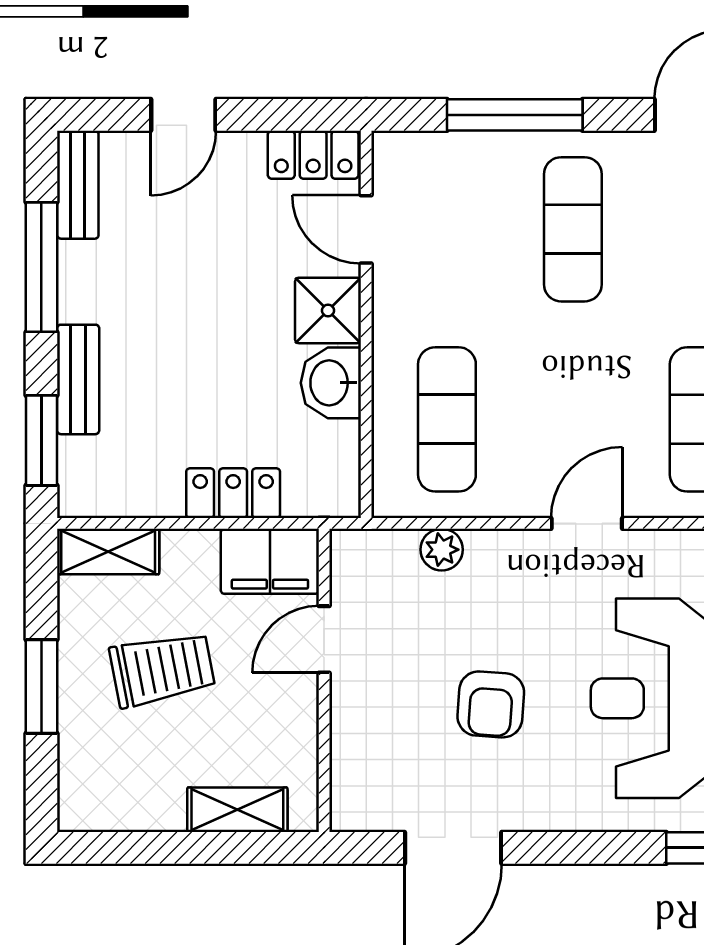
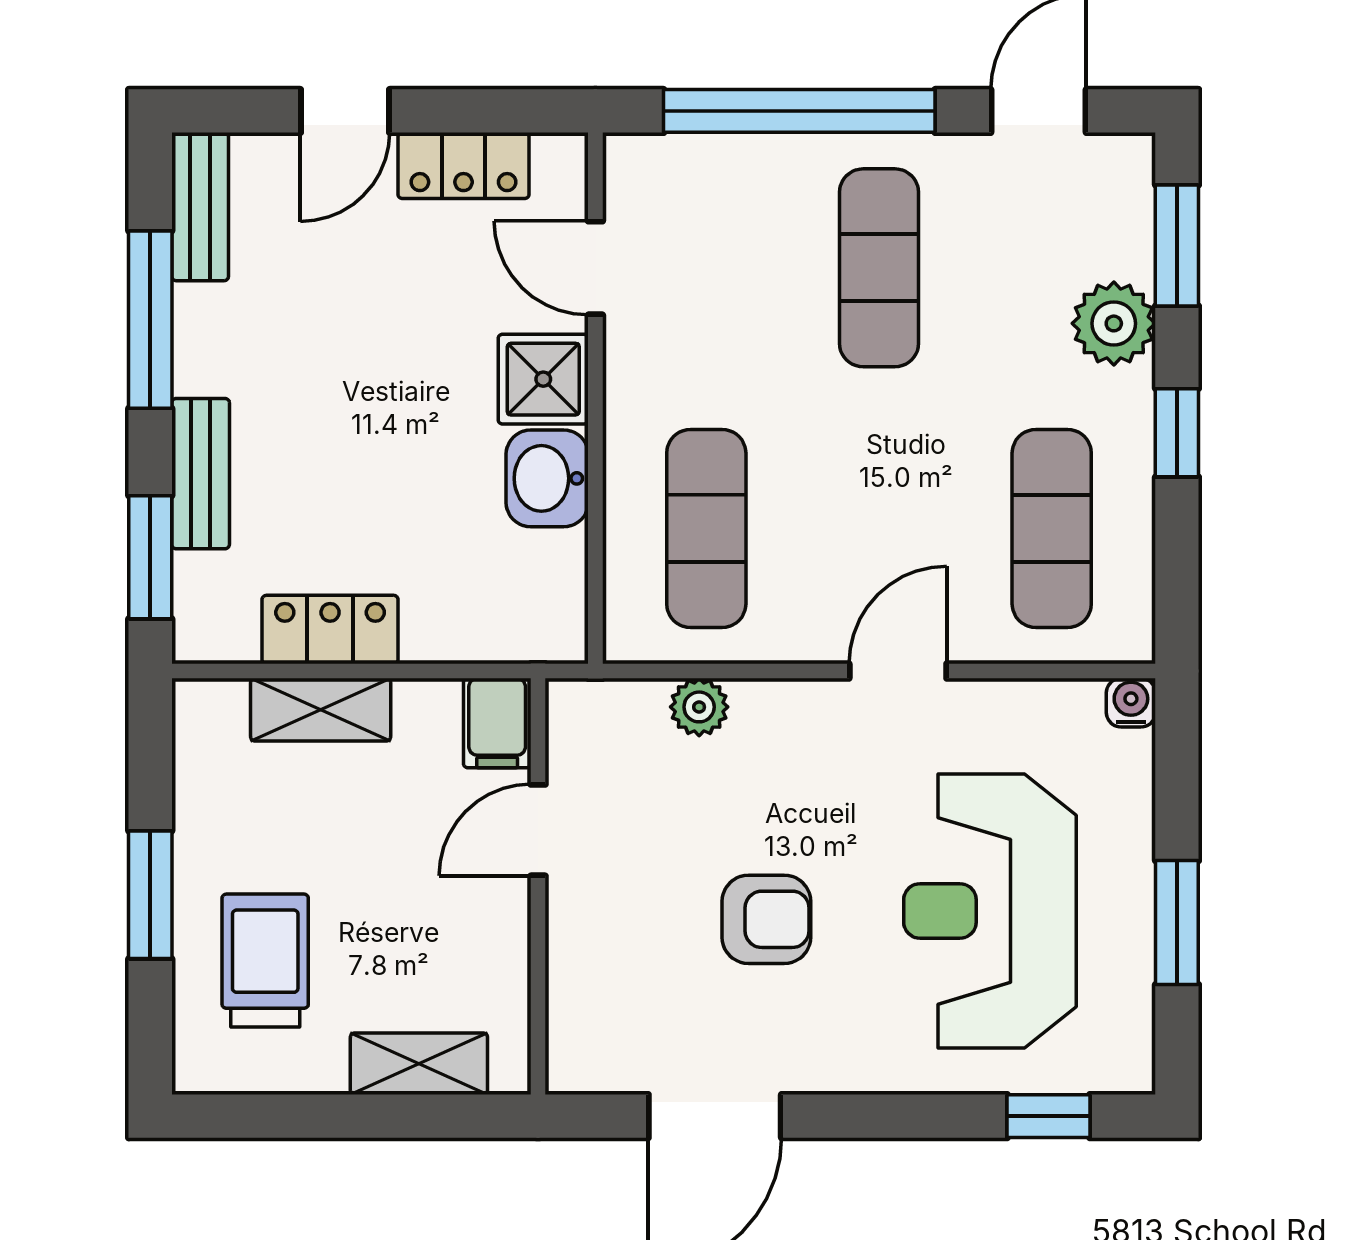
window: (515, 115) -> (799, 111), width x1.46
locker: (313, 155) -> (464, 166), moved
locker: (233, 493) -> (330, 629), moved
shelving: (108, 551) -> (321, 710), moved
filing cabinet: (270, 561) -> (497, 723), width x0.50
trolley: (162, 669) -> (265, 961), moved, turned -79
armchair: (491, 704) -> (766, 919), turned -94

